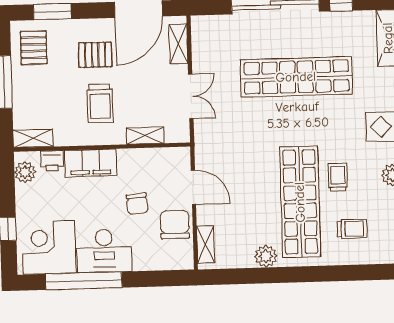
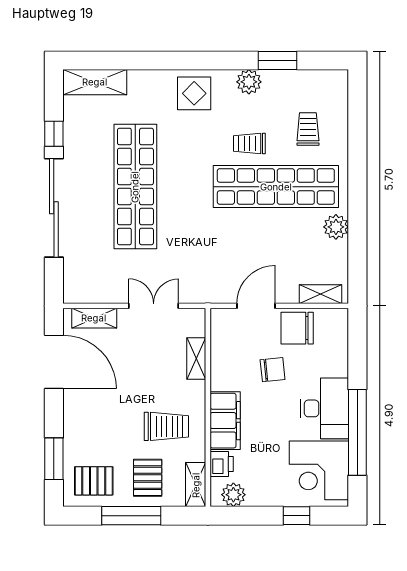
pallet: (95, 55) -> (148, 478), moved
trolley: (100, 104) -> (166, 426), moved

